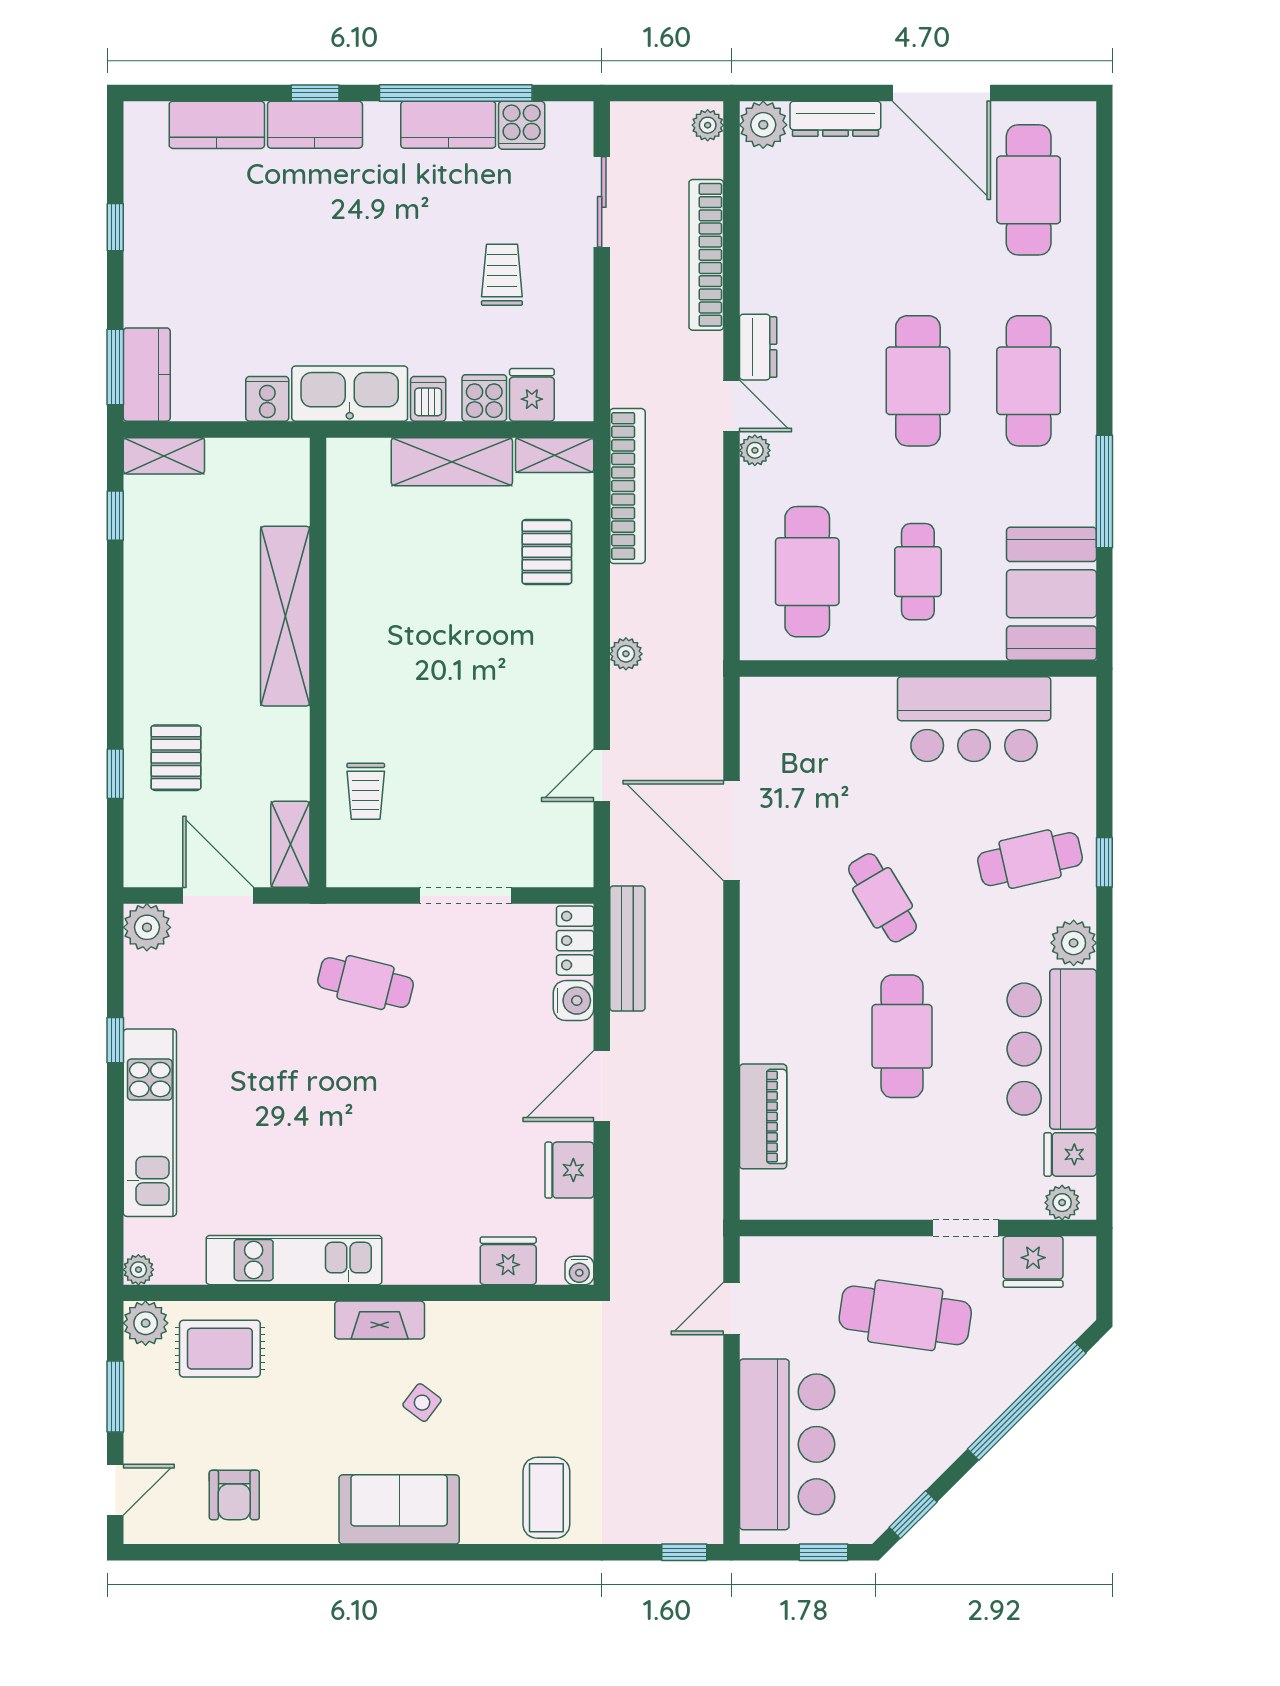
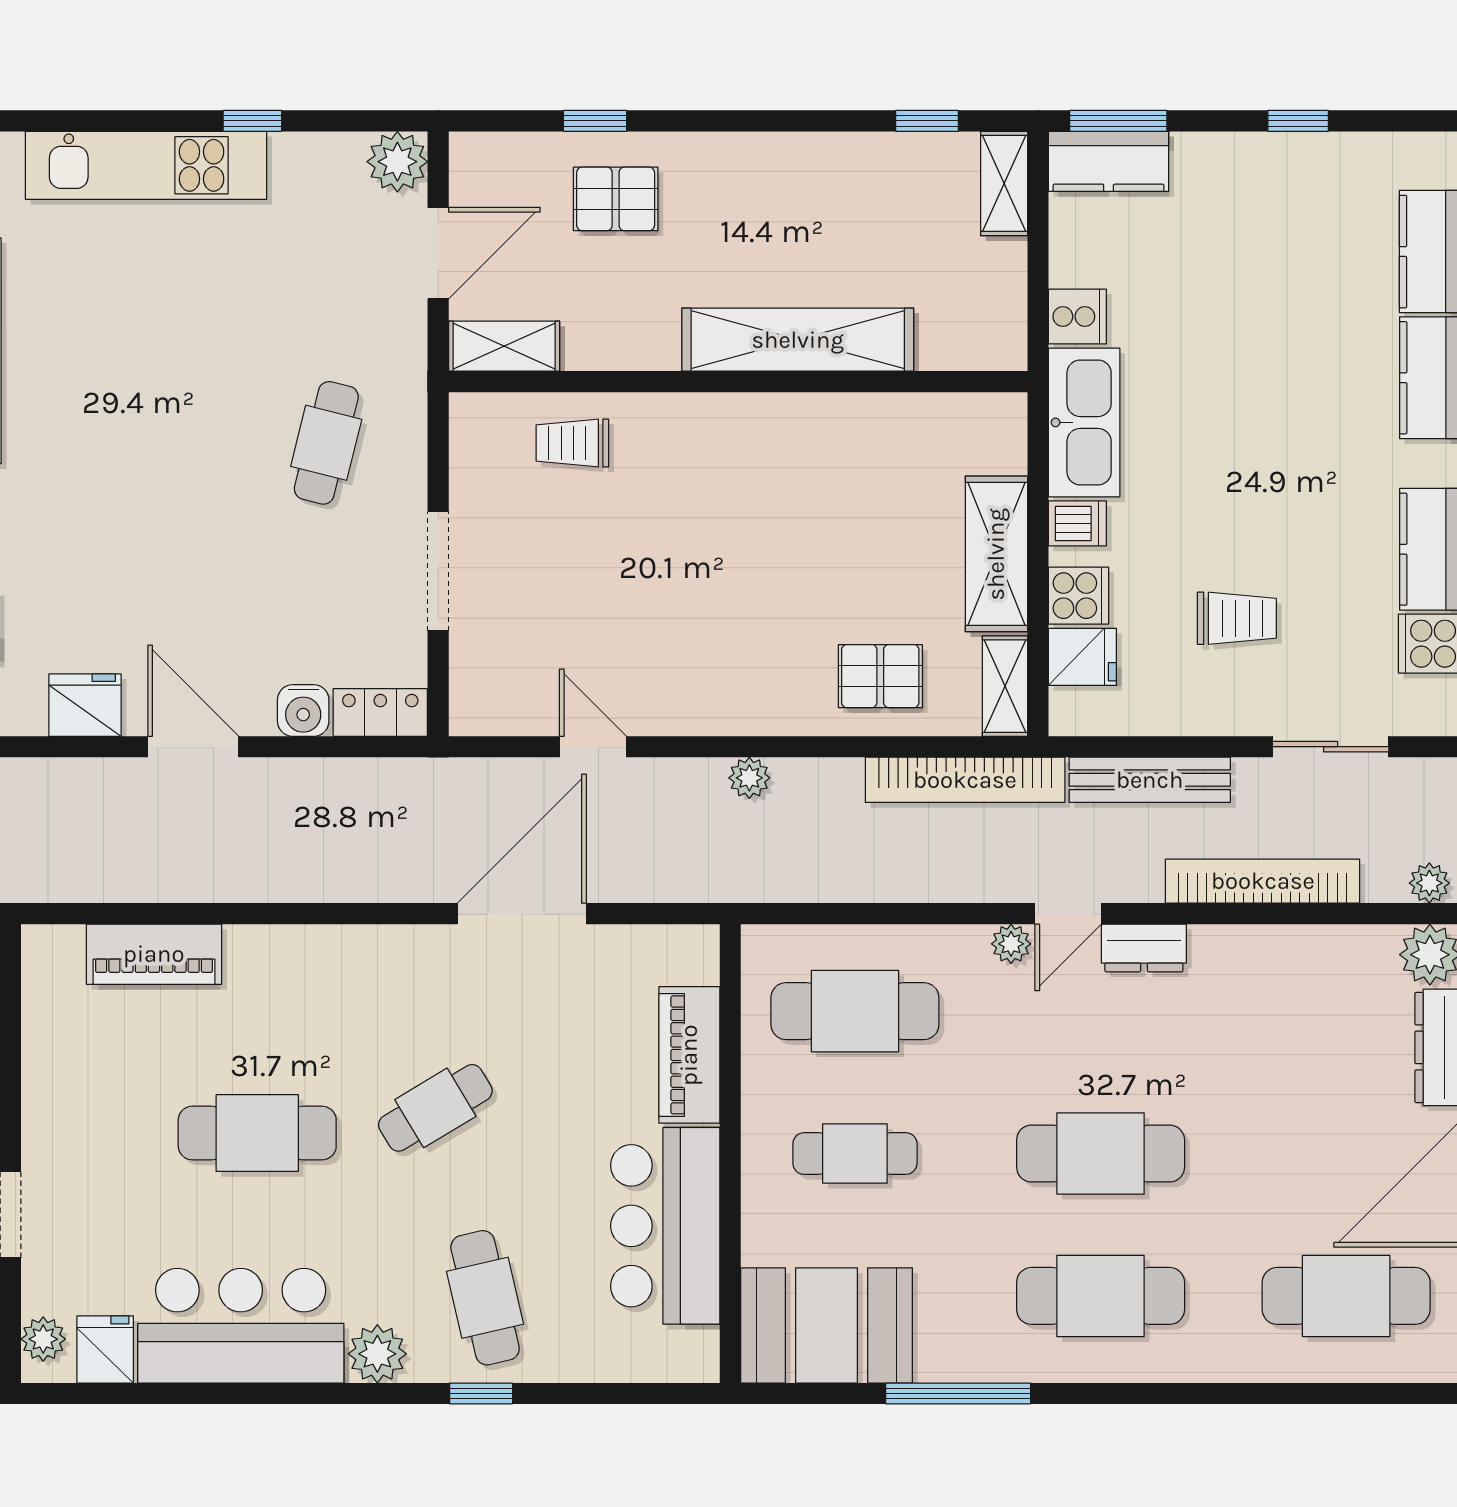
piano: (841, 700) -> (689, 1055), added
bench: (627, 948) -> (1150, 780), moved

